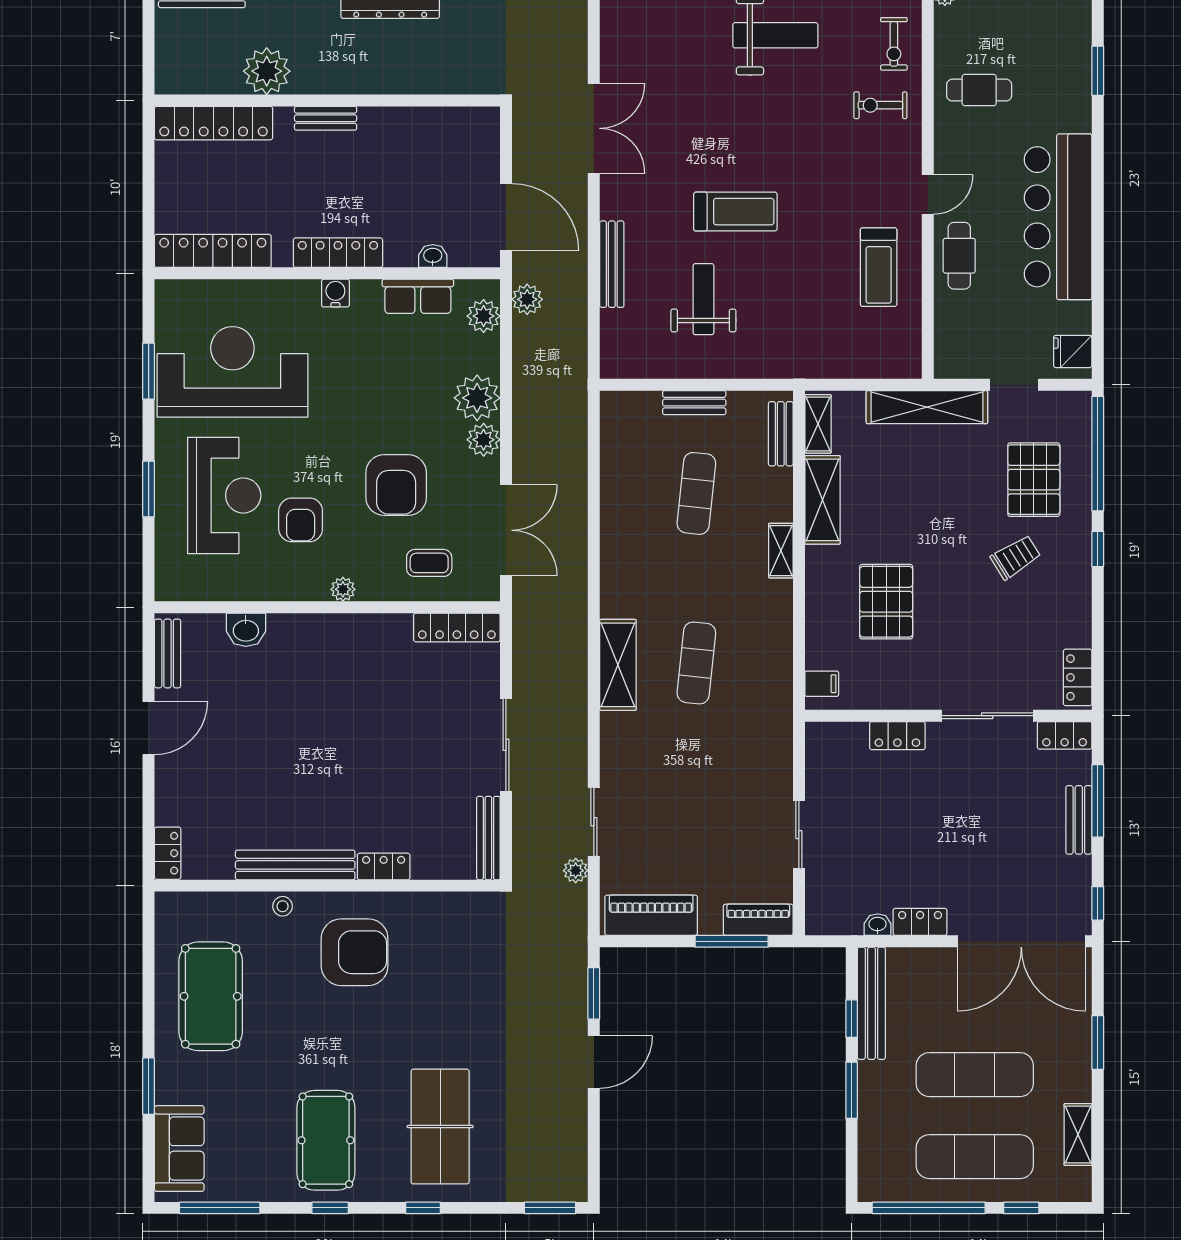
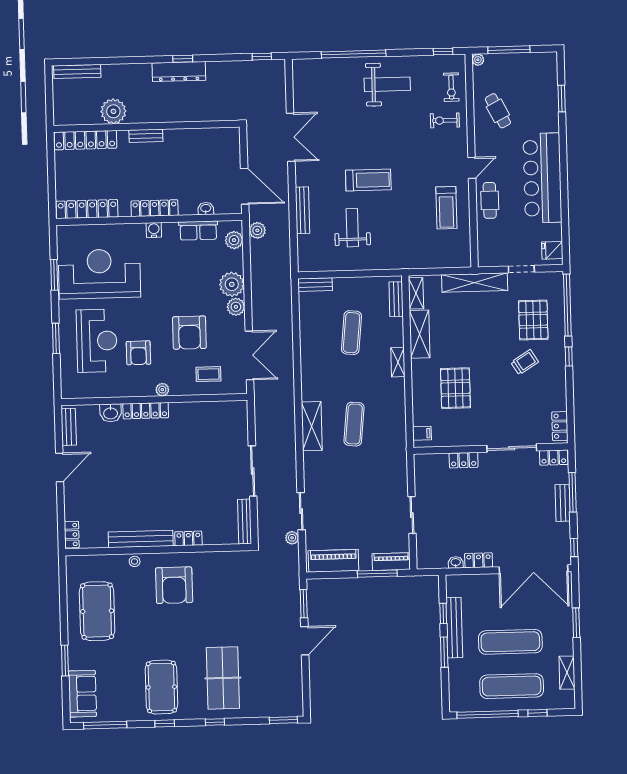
cafe table: (979, 90) -> (498, 111), turned 63
bench: (694, 403) -> (315, 285), moved
locker: (457, 627) -> (146, 411), moved
armchair: (355, 952) -> (174, 585), turned 90
bench: (871, 1003) -> (454, 628), moved

